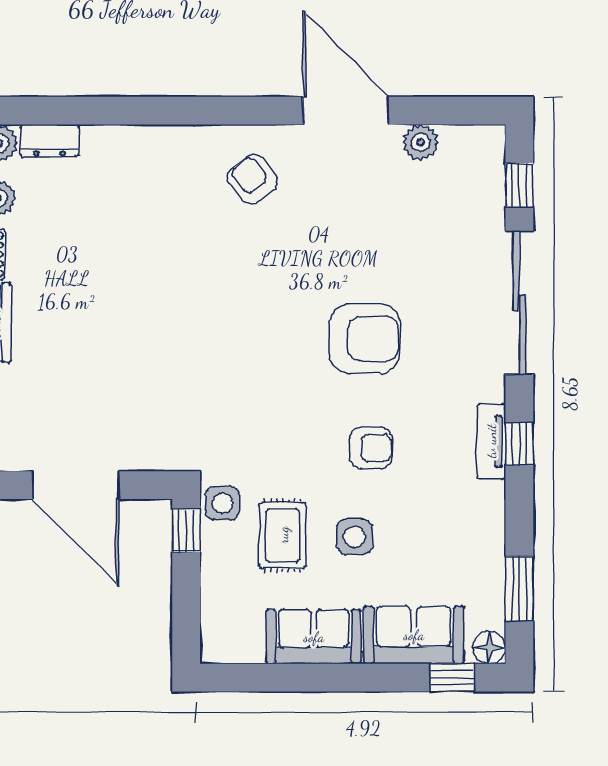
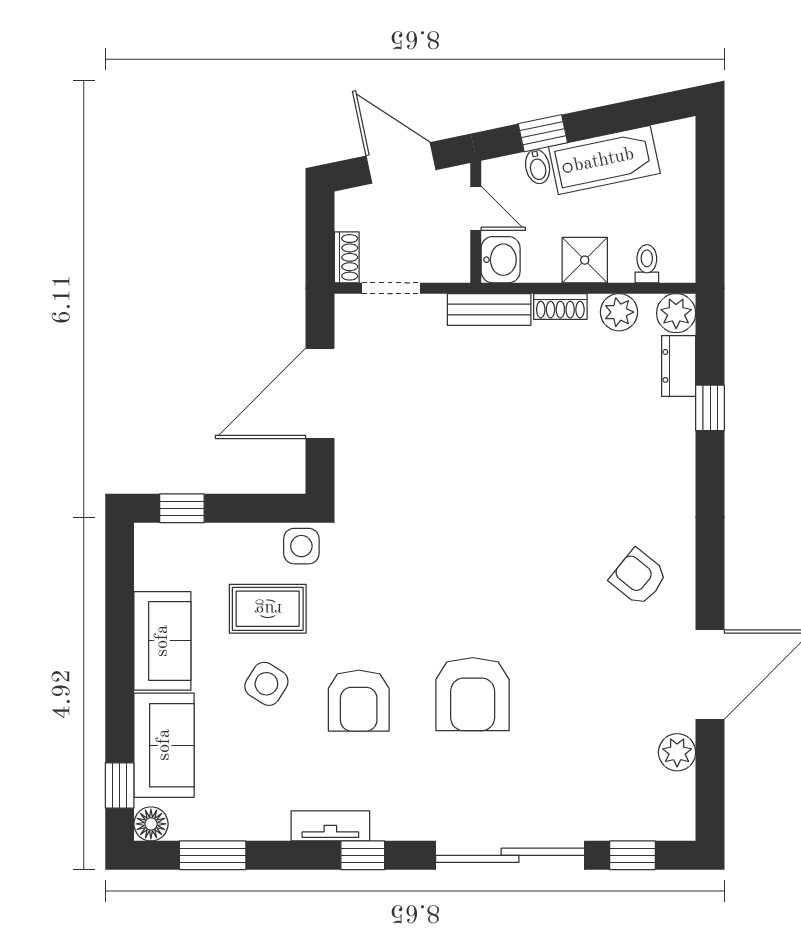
window: (90, 111) -> (710, 408), added
armchair: (252, 179) -> (638, 577), turned -103
tv unit: (491, 441) -> (330, 826), moved
armchair: (371, 448) -> (359, 701), width x1.38, depth x1.38
window: (186, 530) -> (182, 508), moved
side table: (355, 537) -> (266, 684), turned 32

